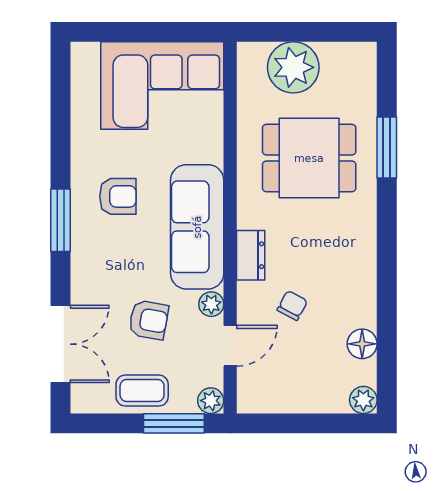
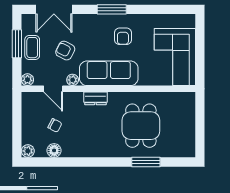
plant: (293, 67) -> (183, 118), removed
chair: (292, 305) -> (55, 125), moved
armchair: (149, 320) -> (65, 51), turned 107
window: (174, 423) -> (17, 44), moved

